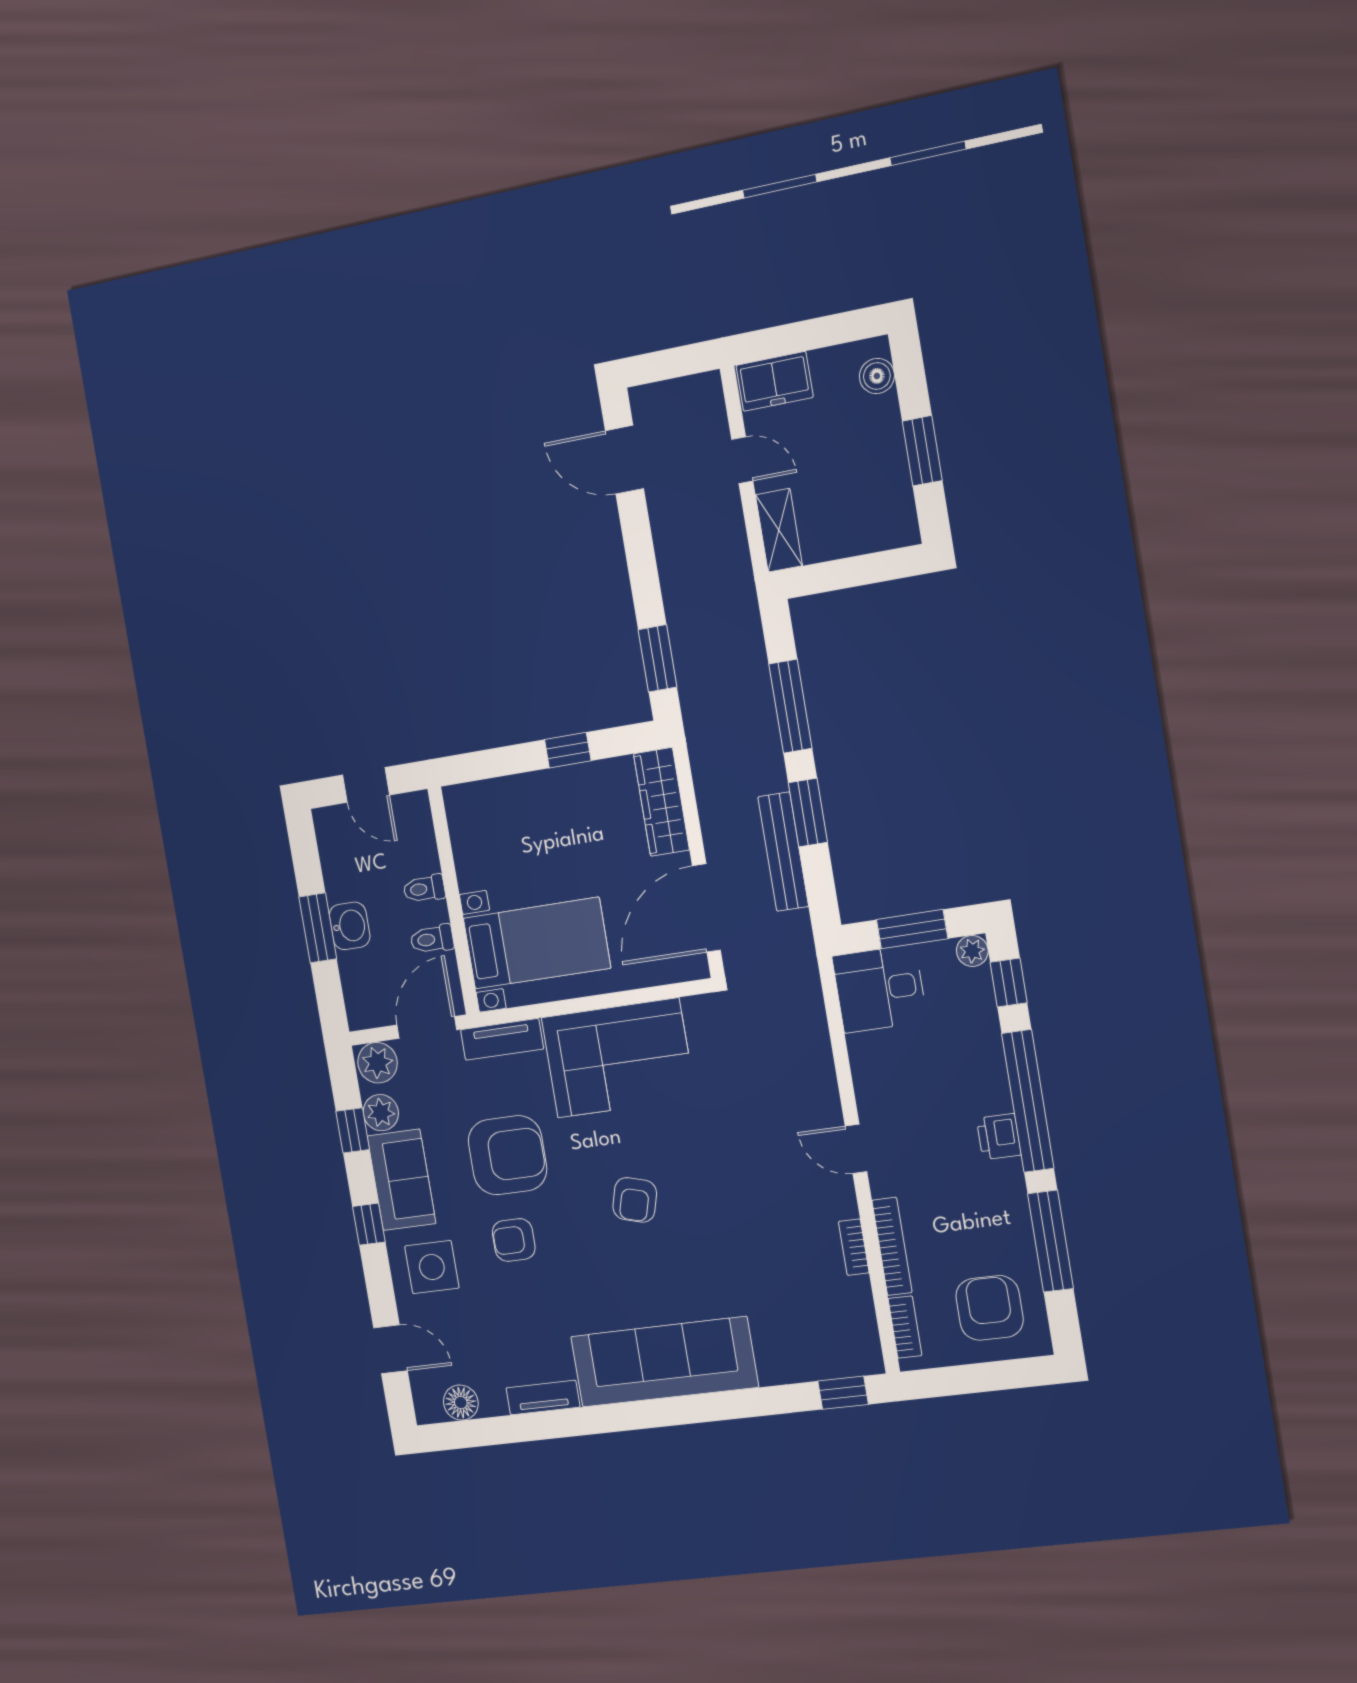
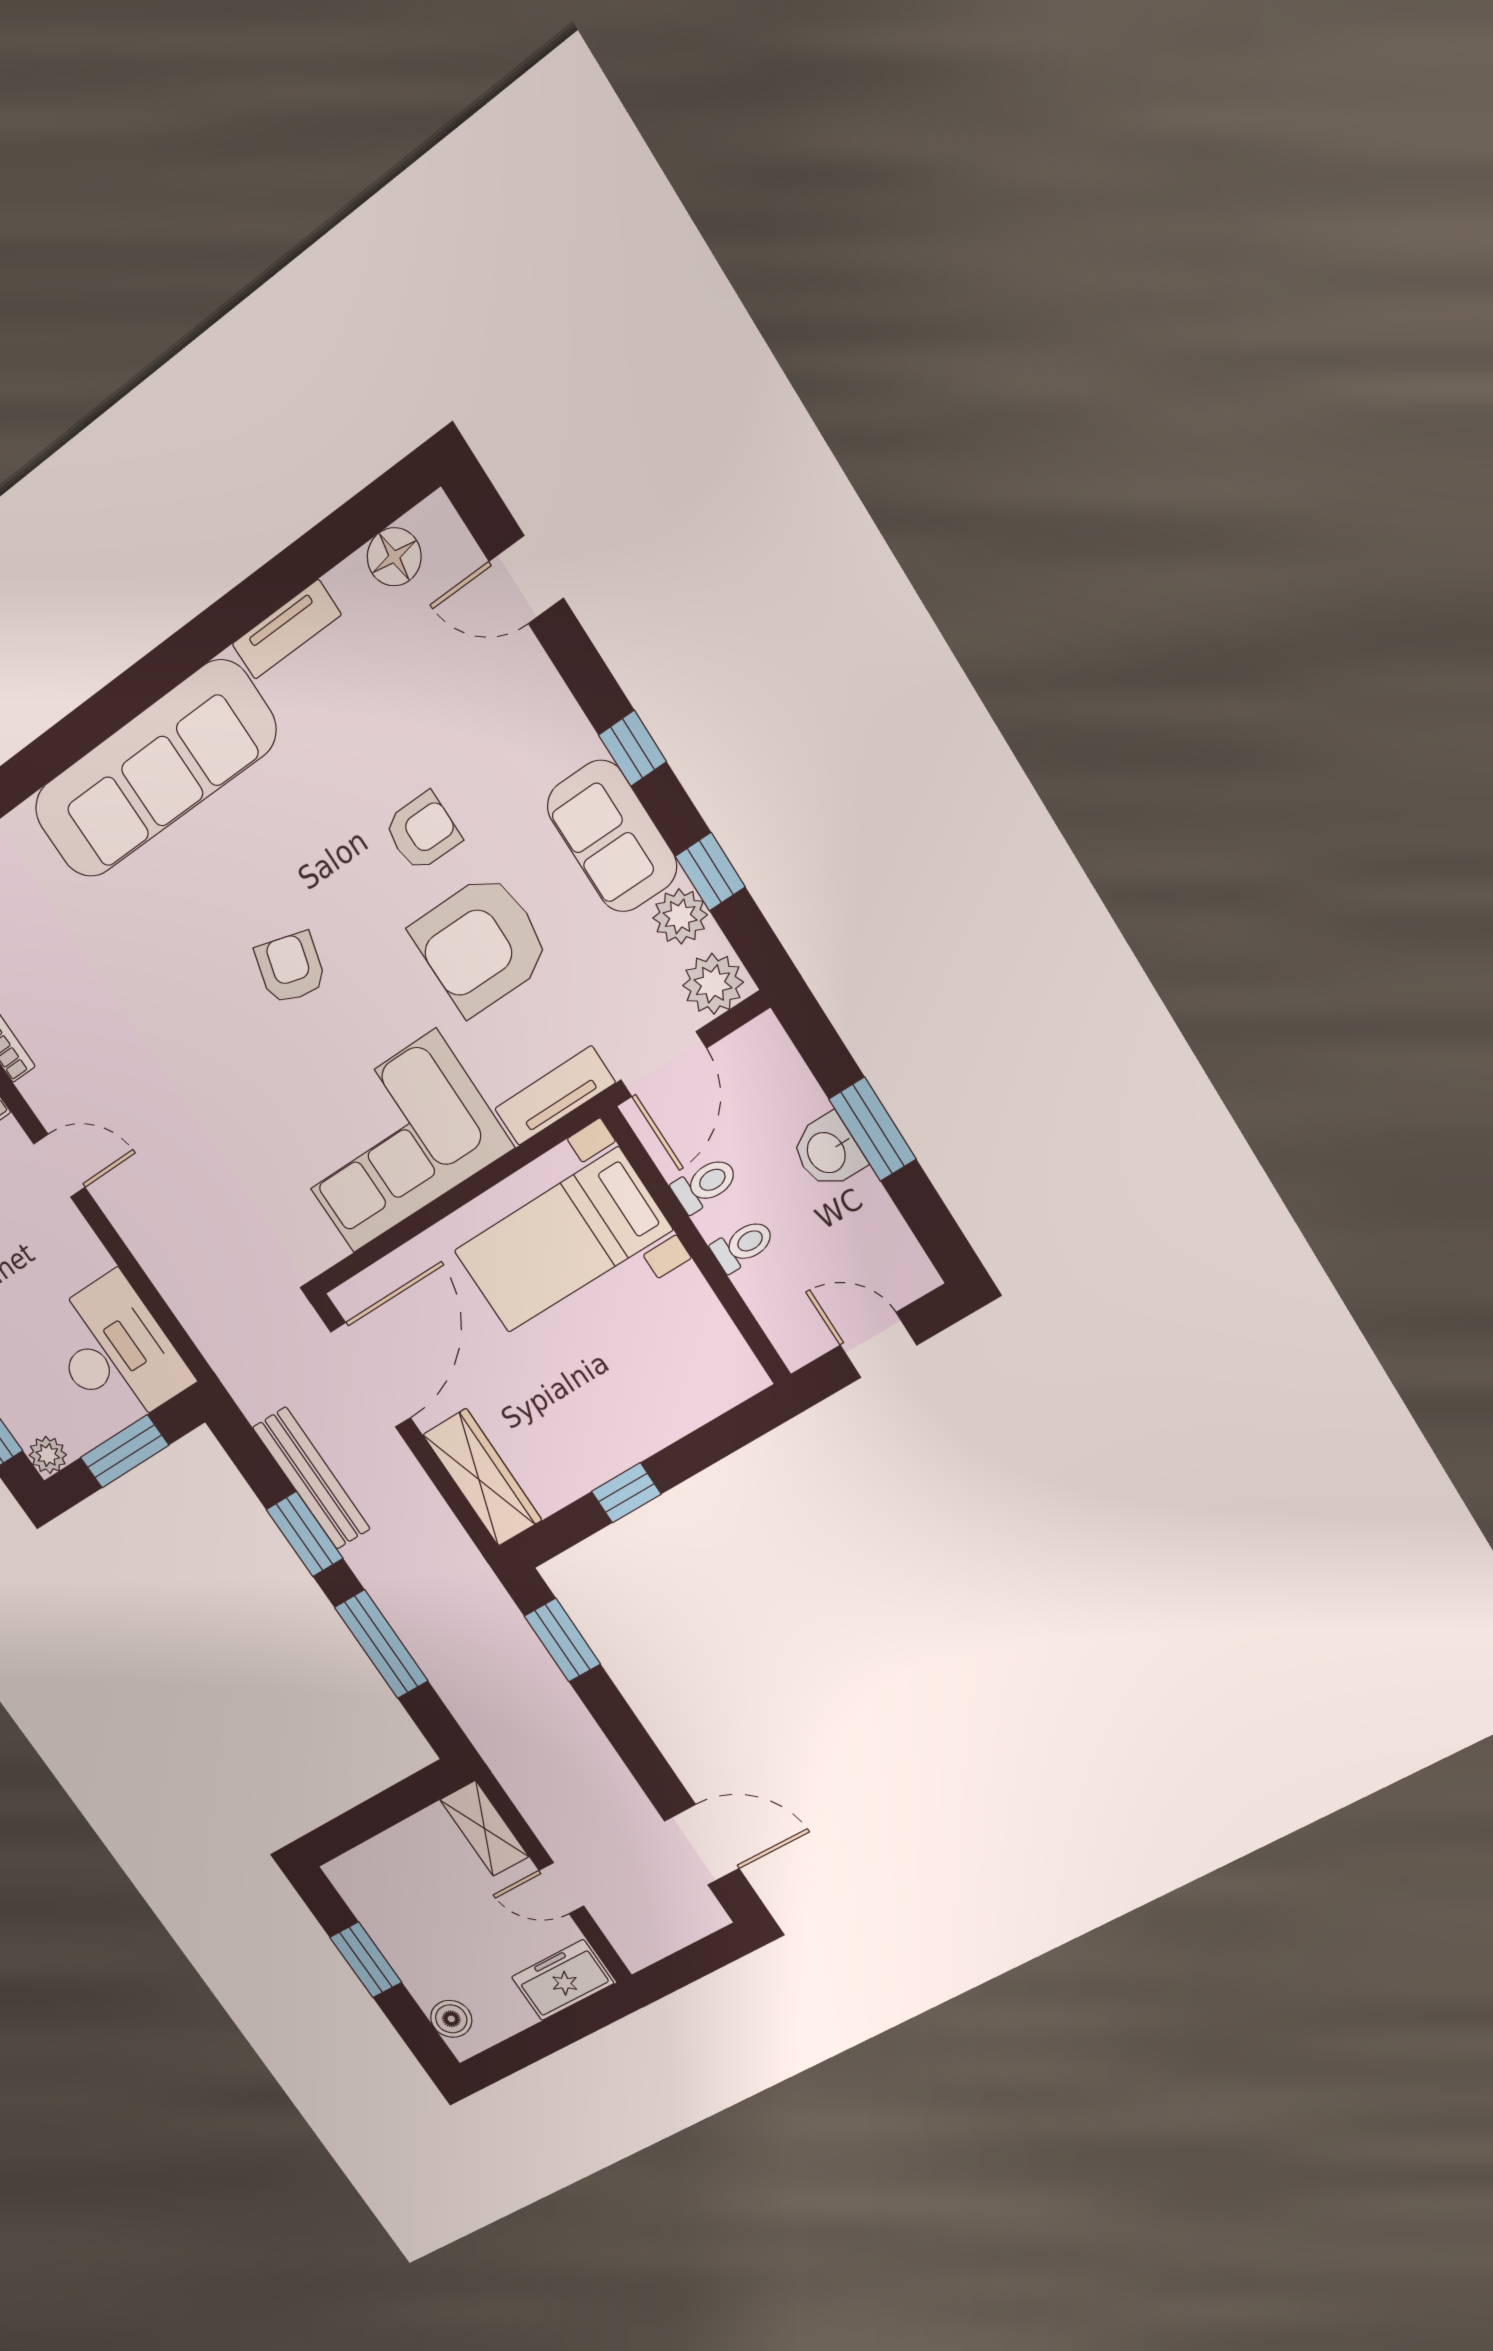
desk: (880, 989) -> (116, 1352), width x1.37
side table: (432, 1267) -> (518, 733), removed

